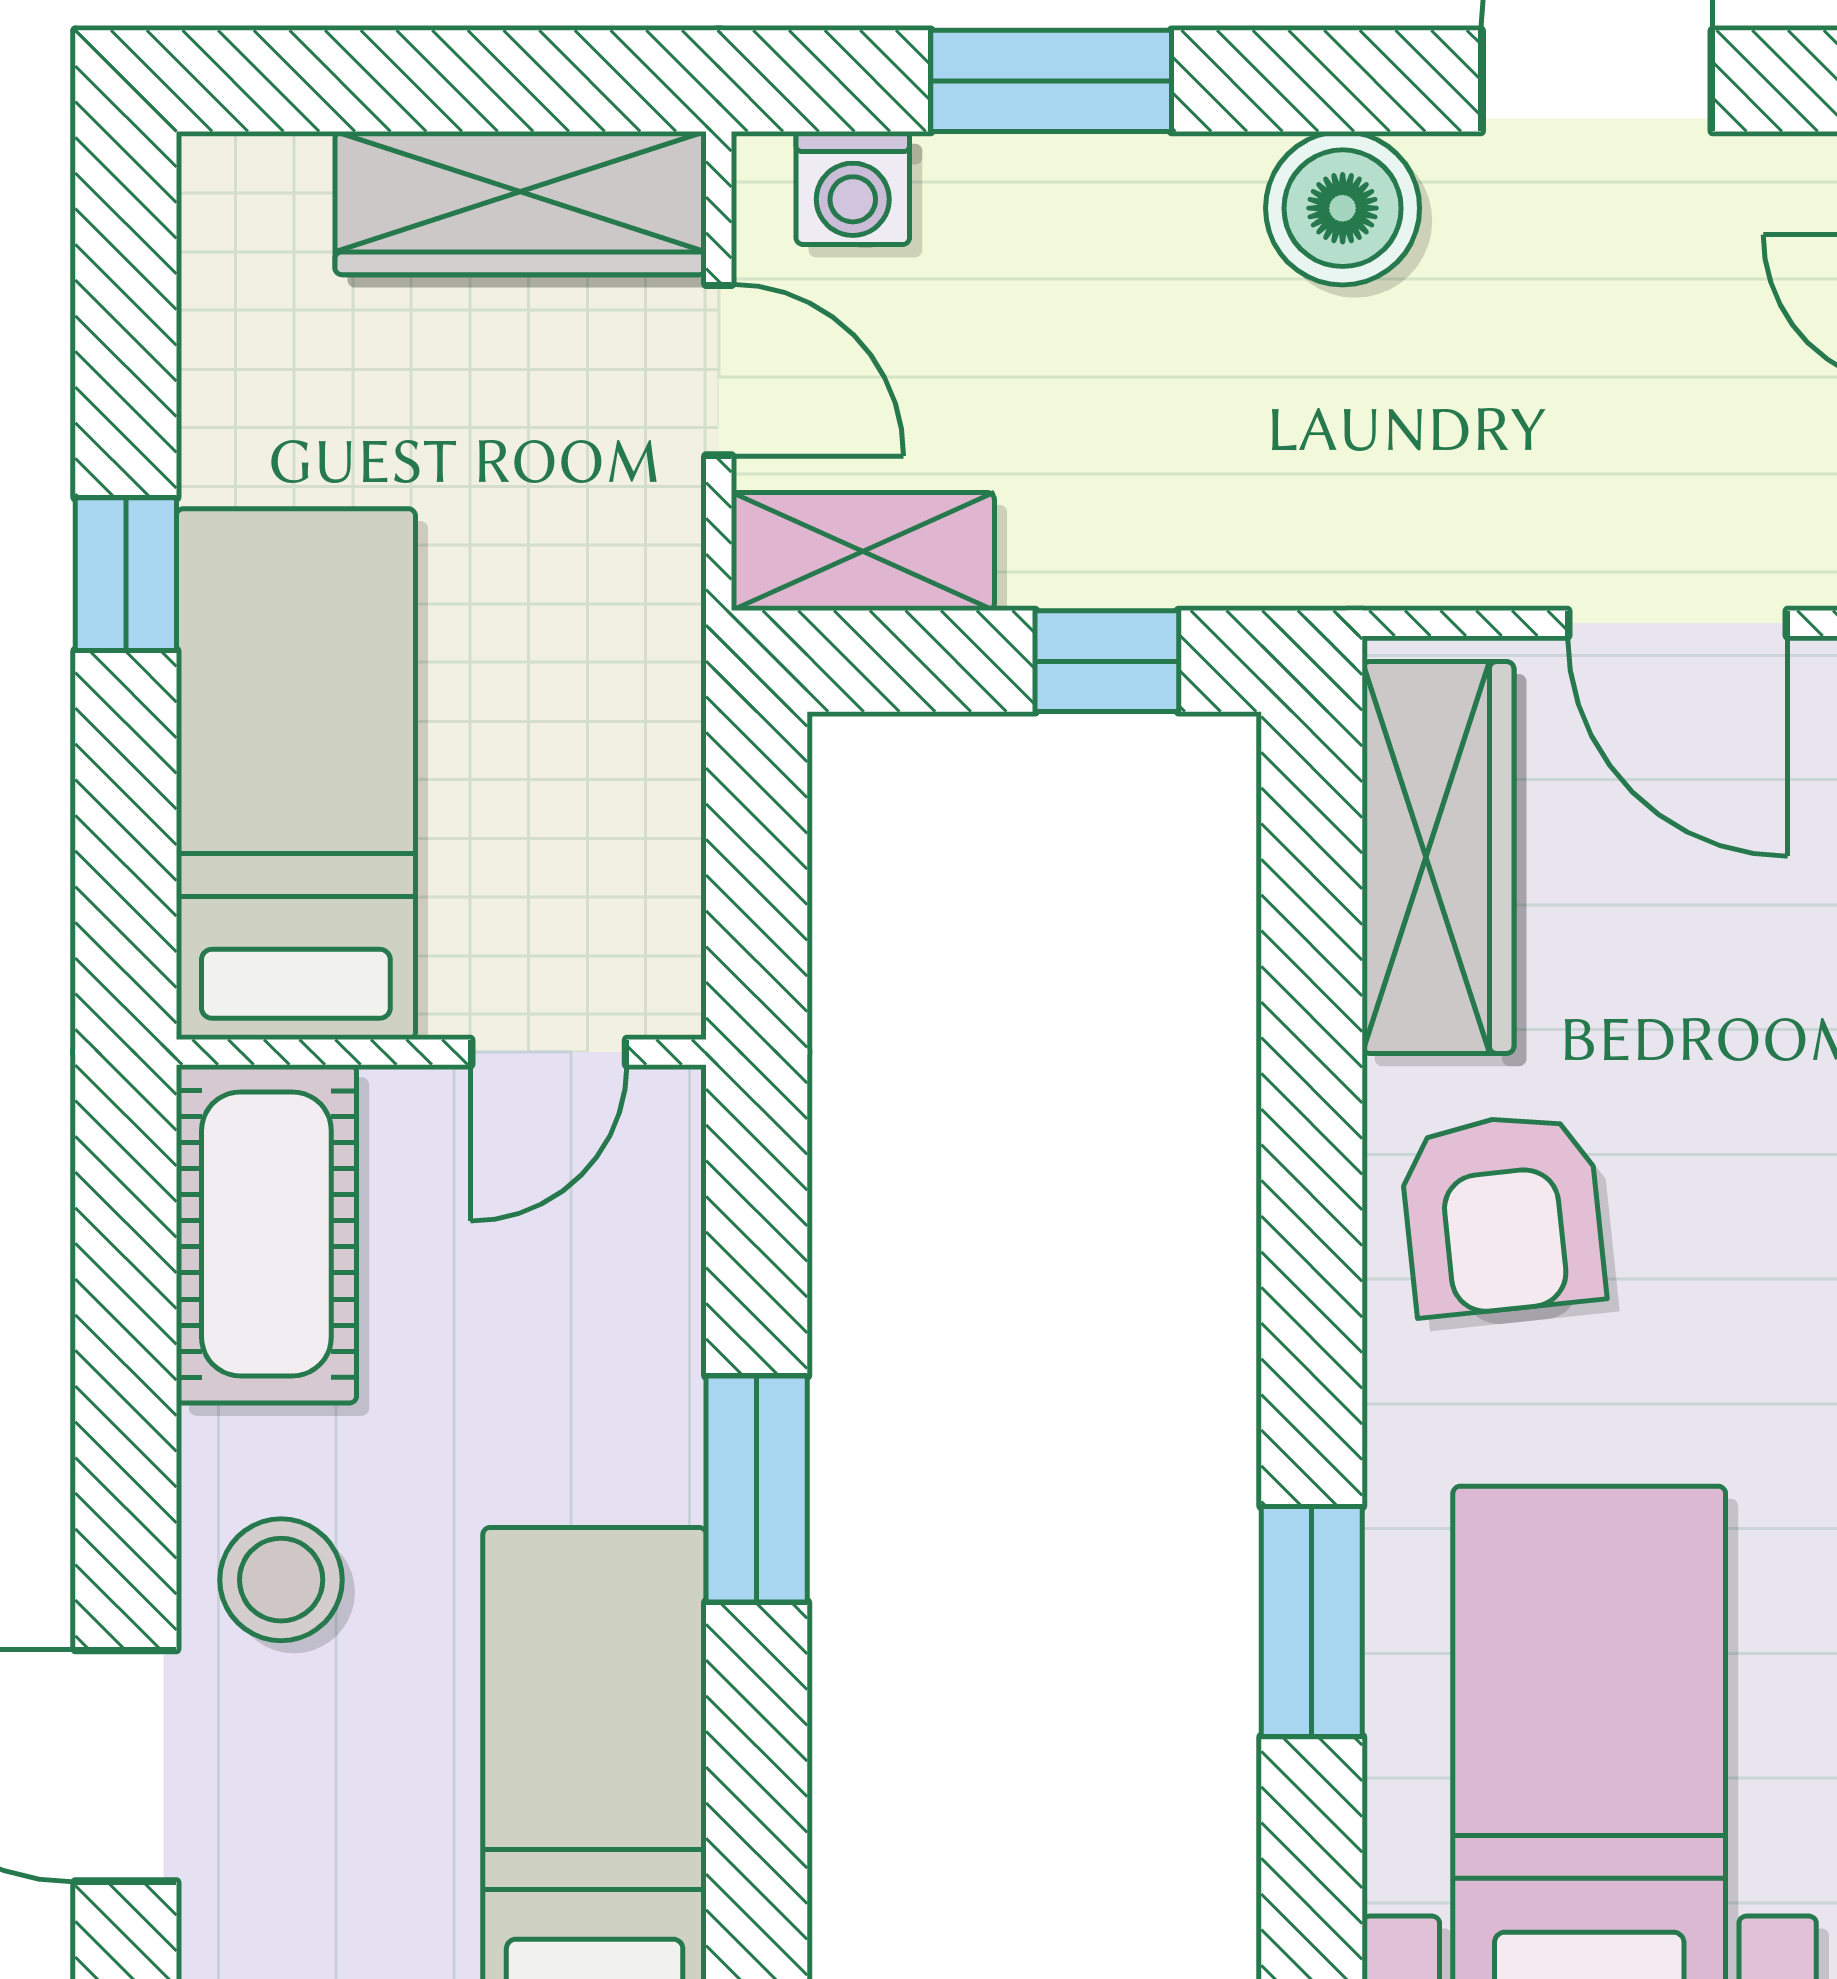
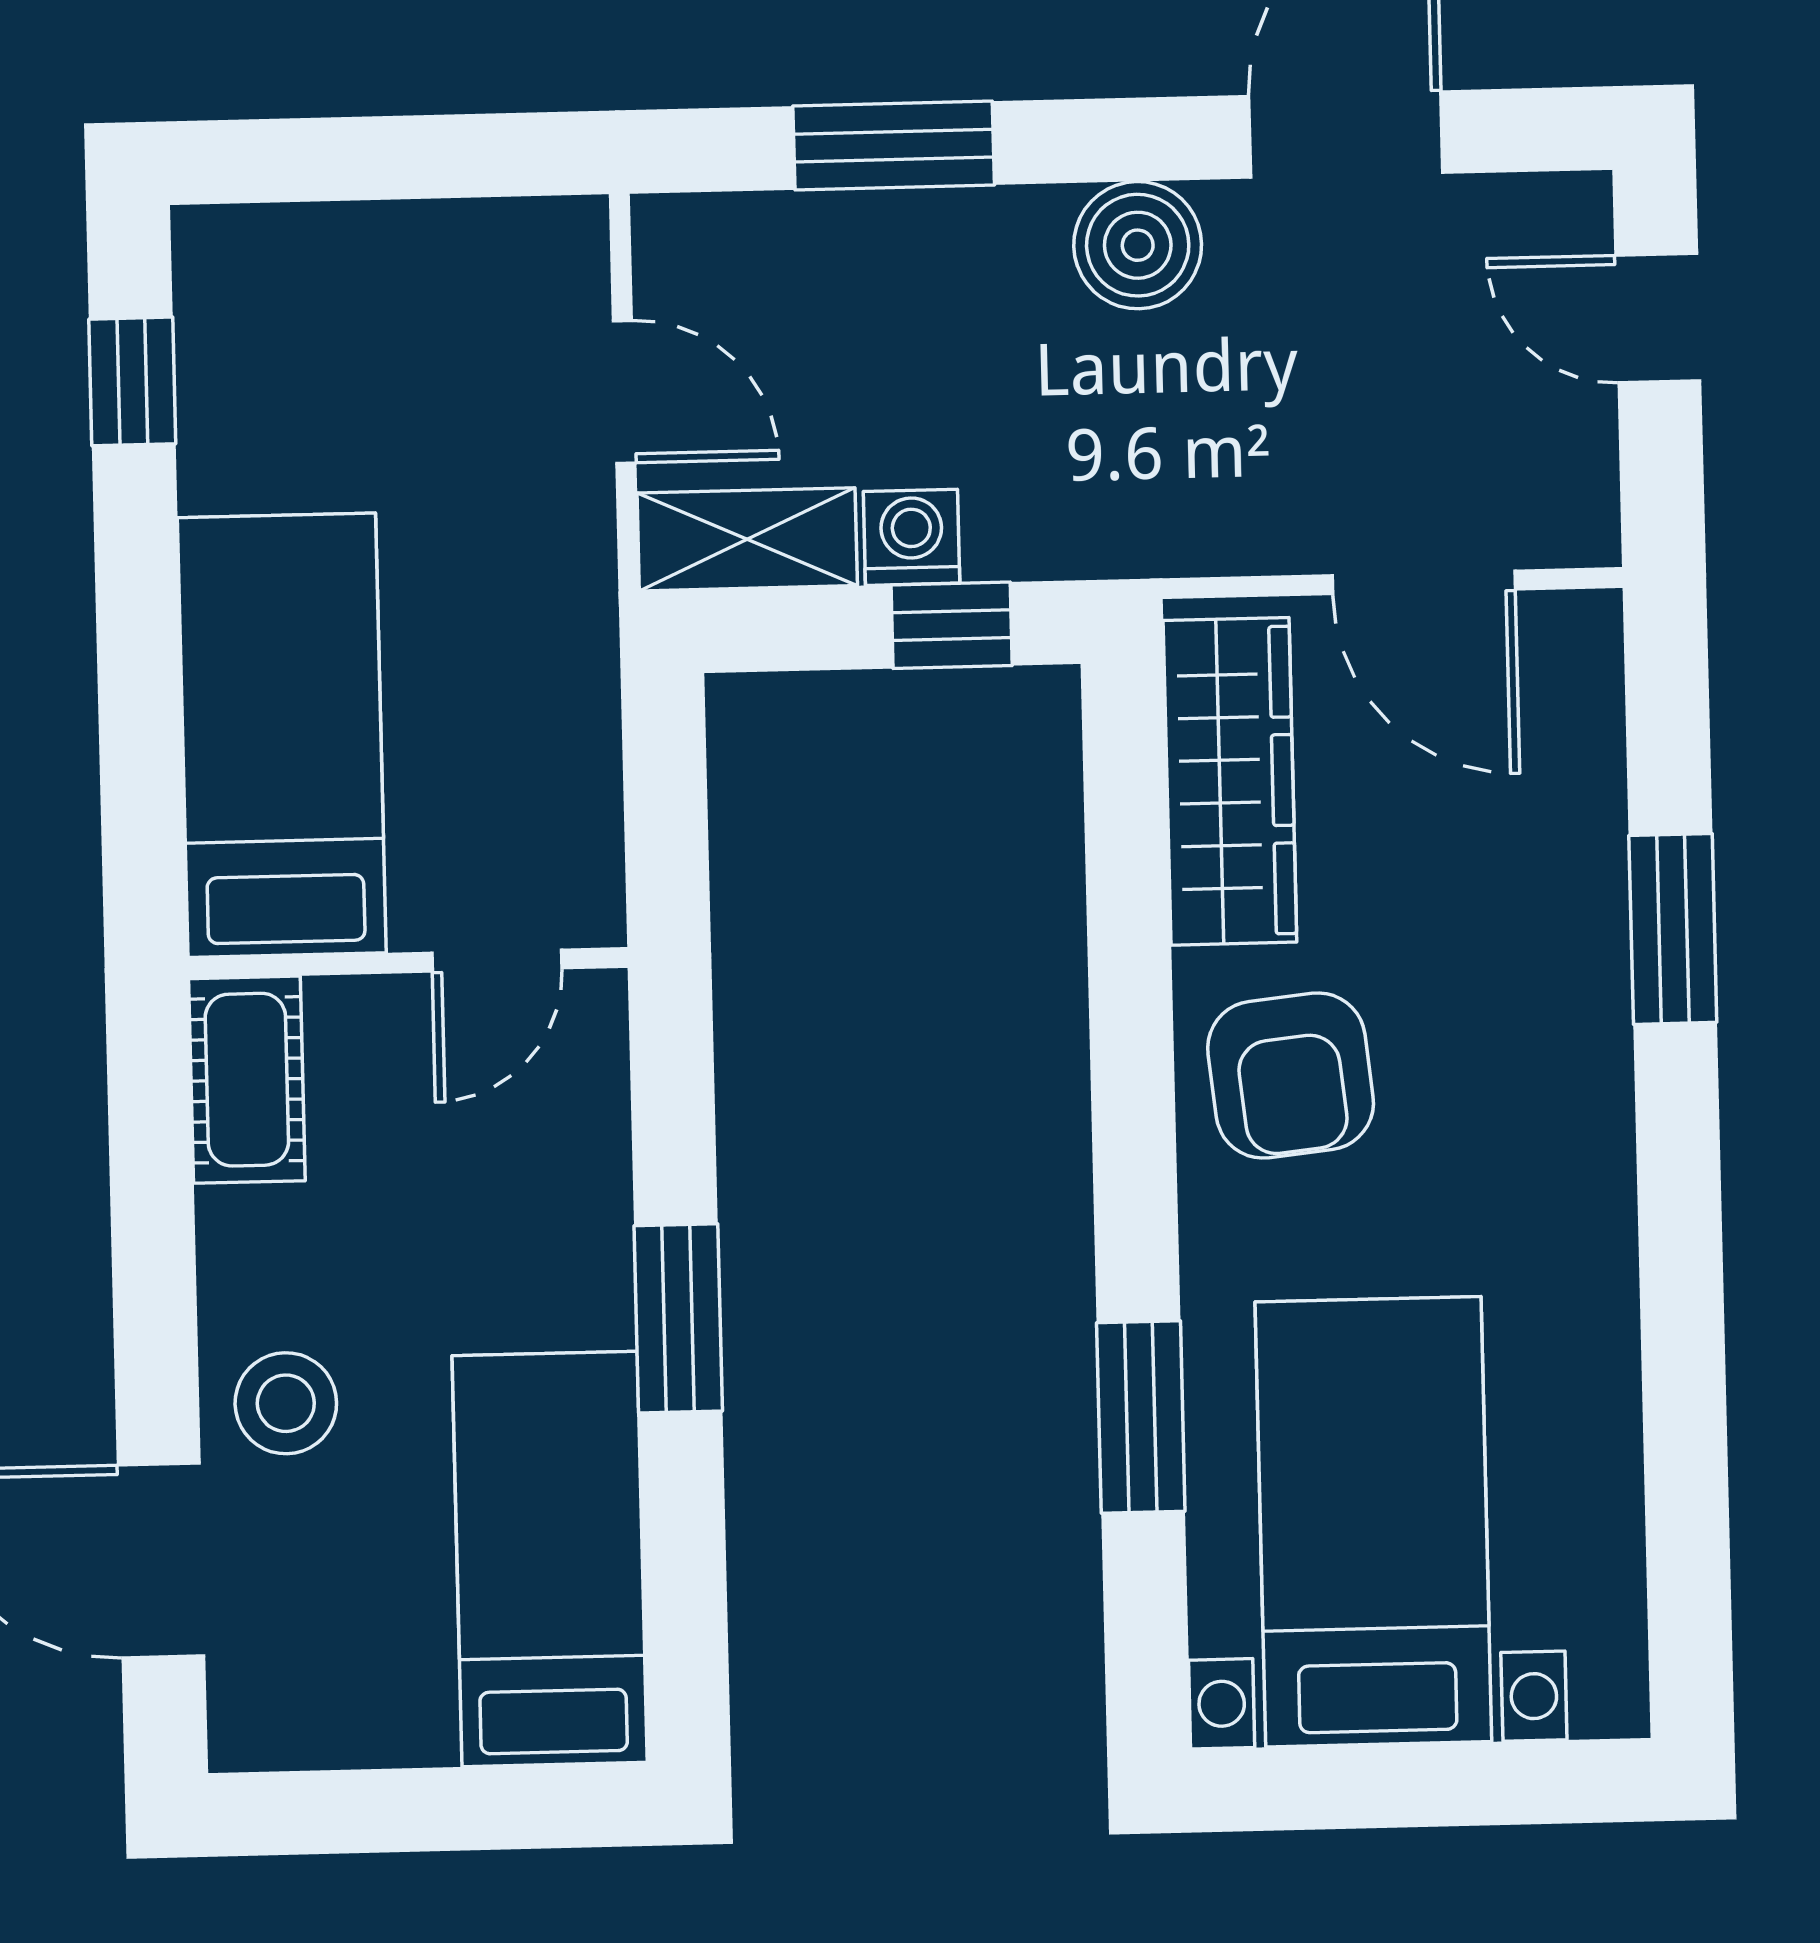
washing machine: (853, 188) -> (912, 537), moved, turned 180
wardrobe: (521, 203) -> (456, 258), removed
window: (126, 574) -> (132, 381), moved
cot: (266, 1234) -> (247, 1080), width x0.73, depth x0.75

